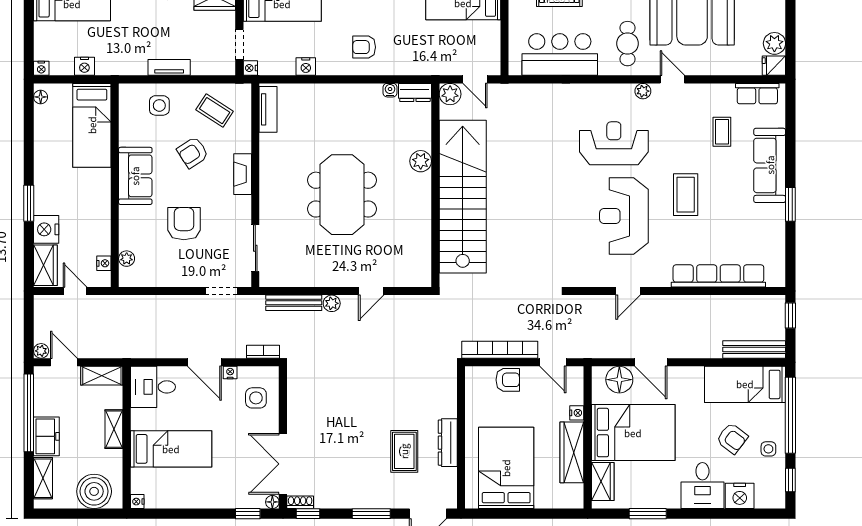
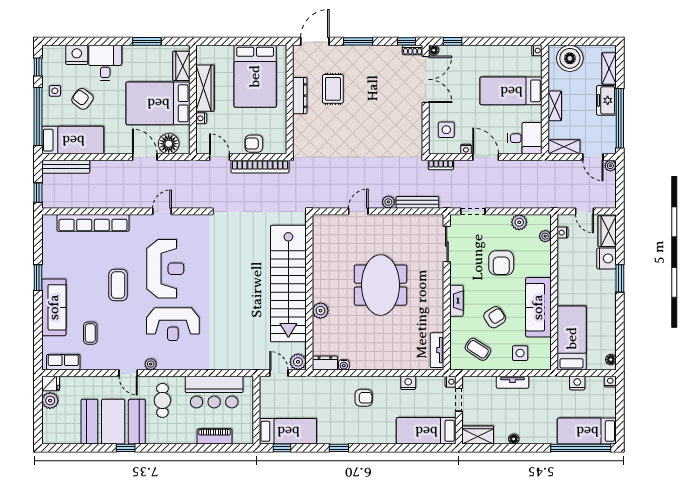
sofa: (135, 176) -> (538, 307), width x1.36
plant: (160, 277) -> (519, 222), added

